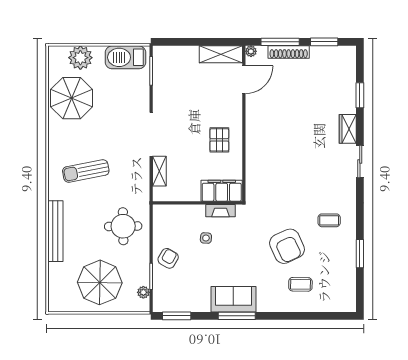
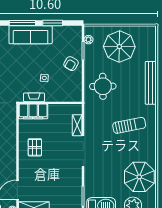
sofa: (233, 299) -> (31, 35), width x1.36
window: (177, 316) -> (53, 23), moved

